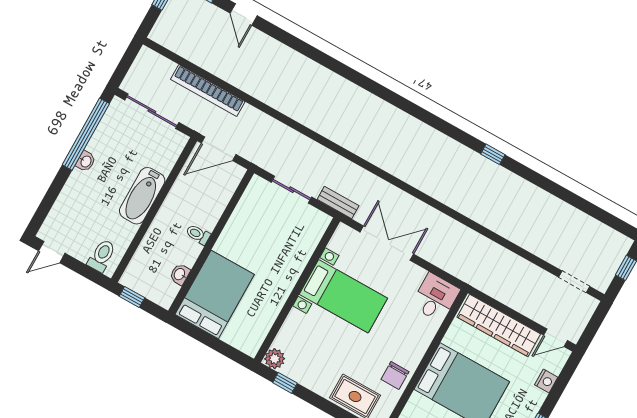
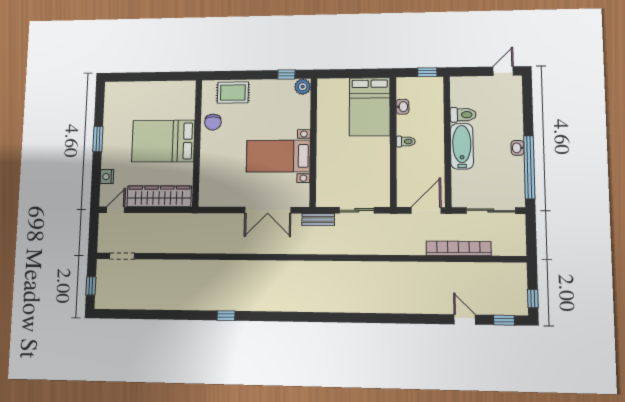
toilet: (102, 256) -> (463, 115), moved, turned -90
desk: (435, 298) -> (213, 191), removed
chair: (395, 375) -> (213, 122), turned 180

